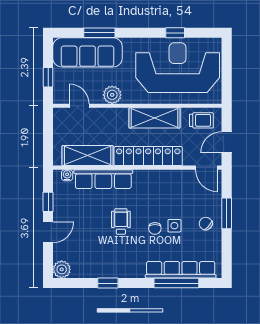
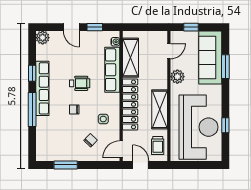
window: (227, 213) -> (66, 165), moved
chair: (206, 224) -> (91, 140), moved
side table: (174, 226) -> (103, 119), moved
row of seats: (181, 270) -> (42, 88), moved
window: (176, 283) -> (32, 109), moved

